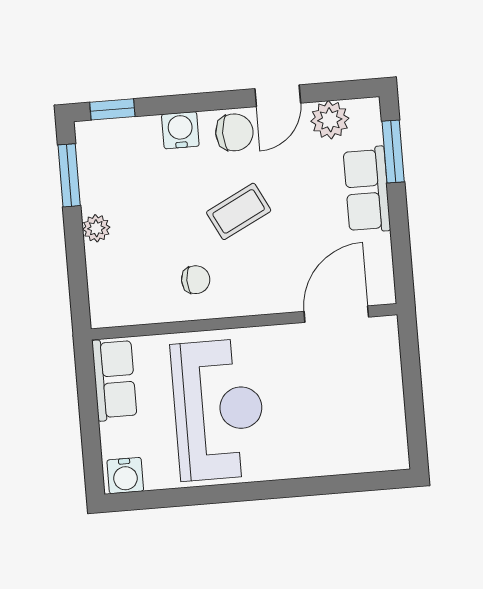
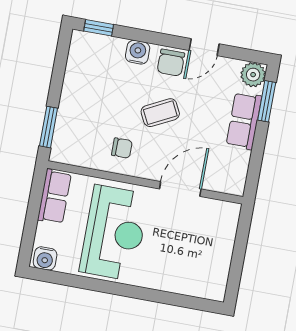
plant: (330, 120) -> (253, 75), moved
chair: (234, 132) -> (171, 63), turned 89
window: (69, 175) -> (49, 127), moved
plant: (96, 228) -> (69, 99), removed
door: (336, 314) -> (180, 189), moved

